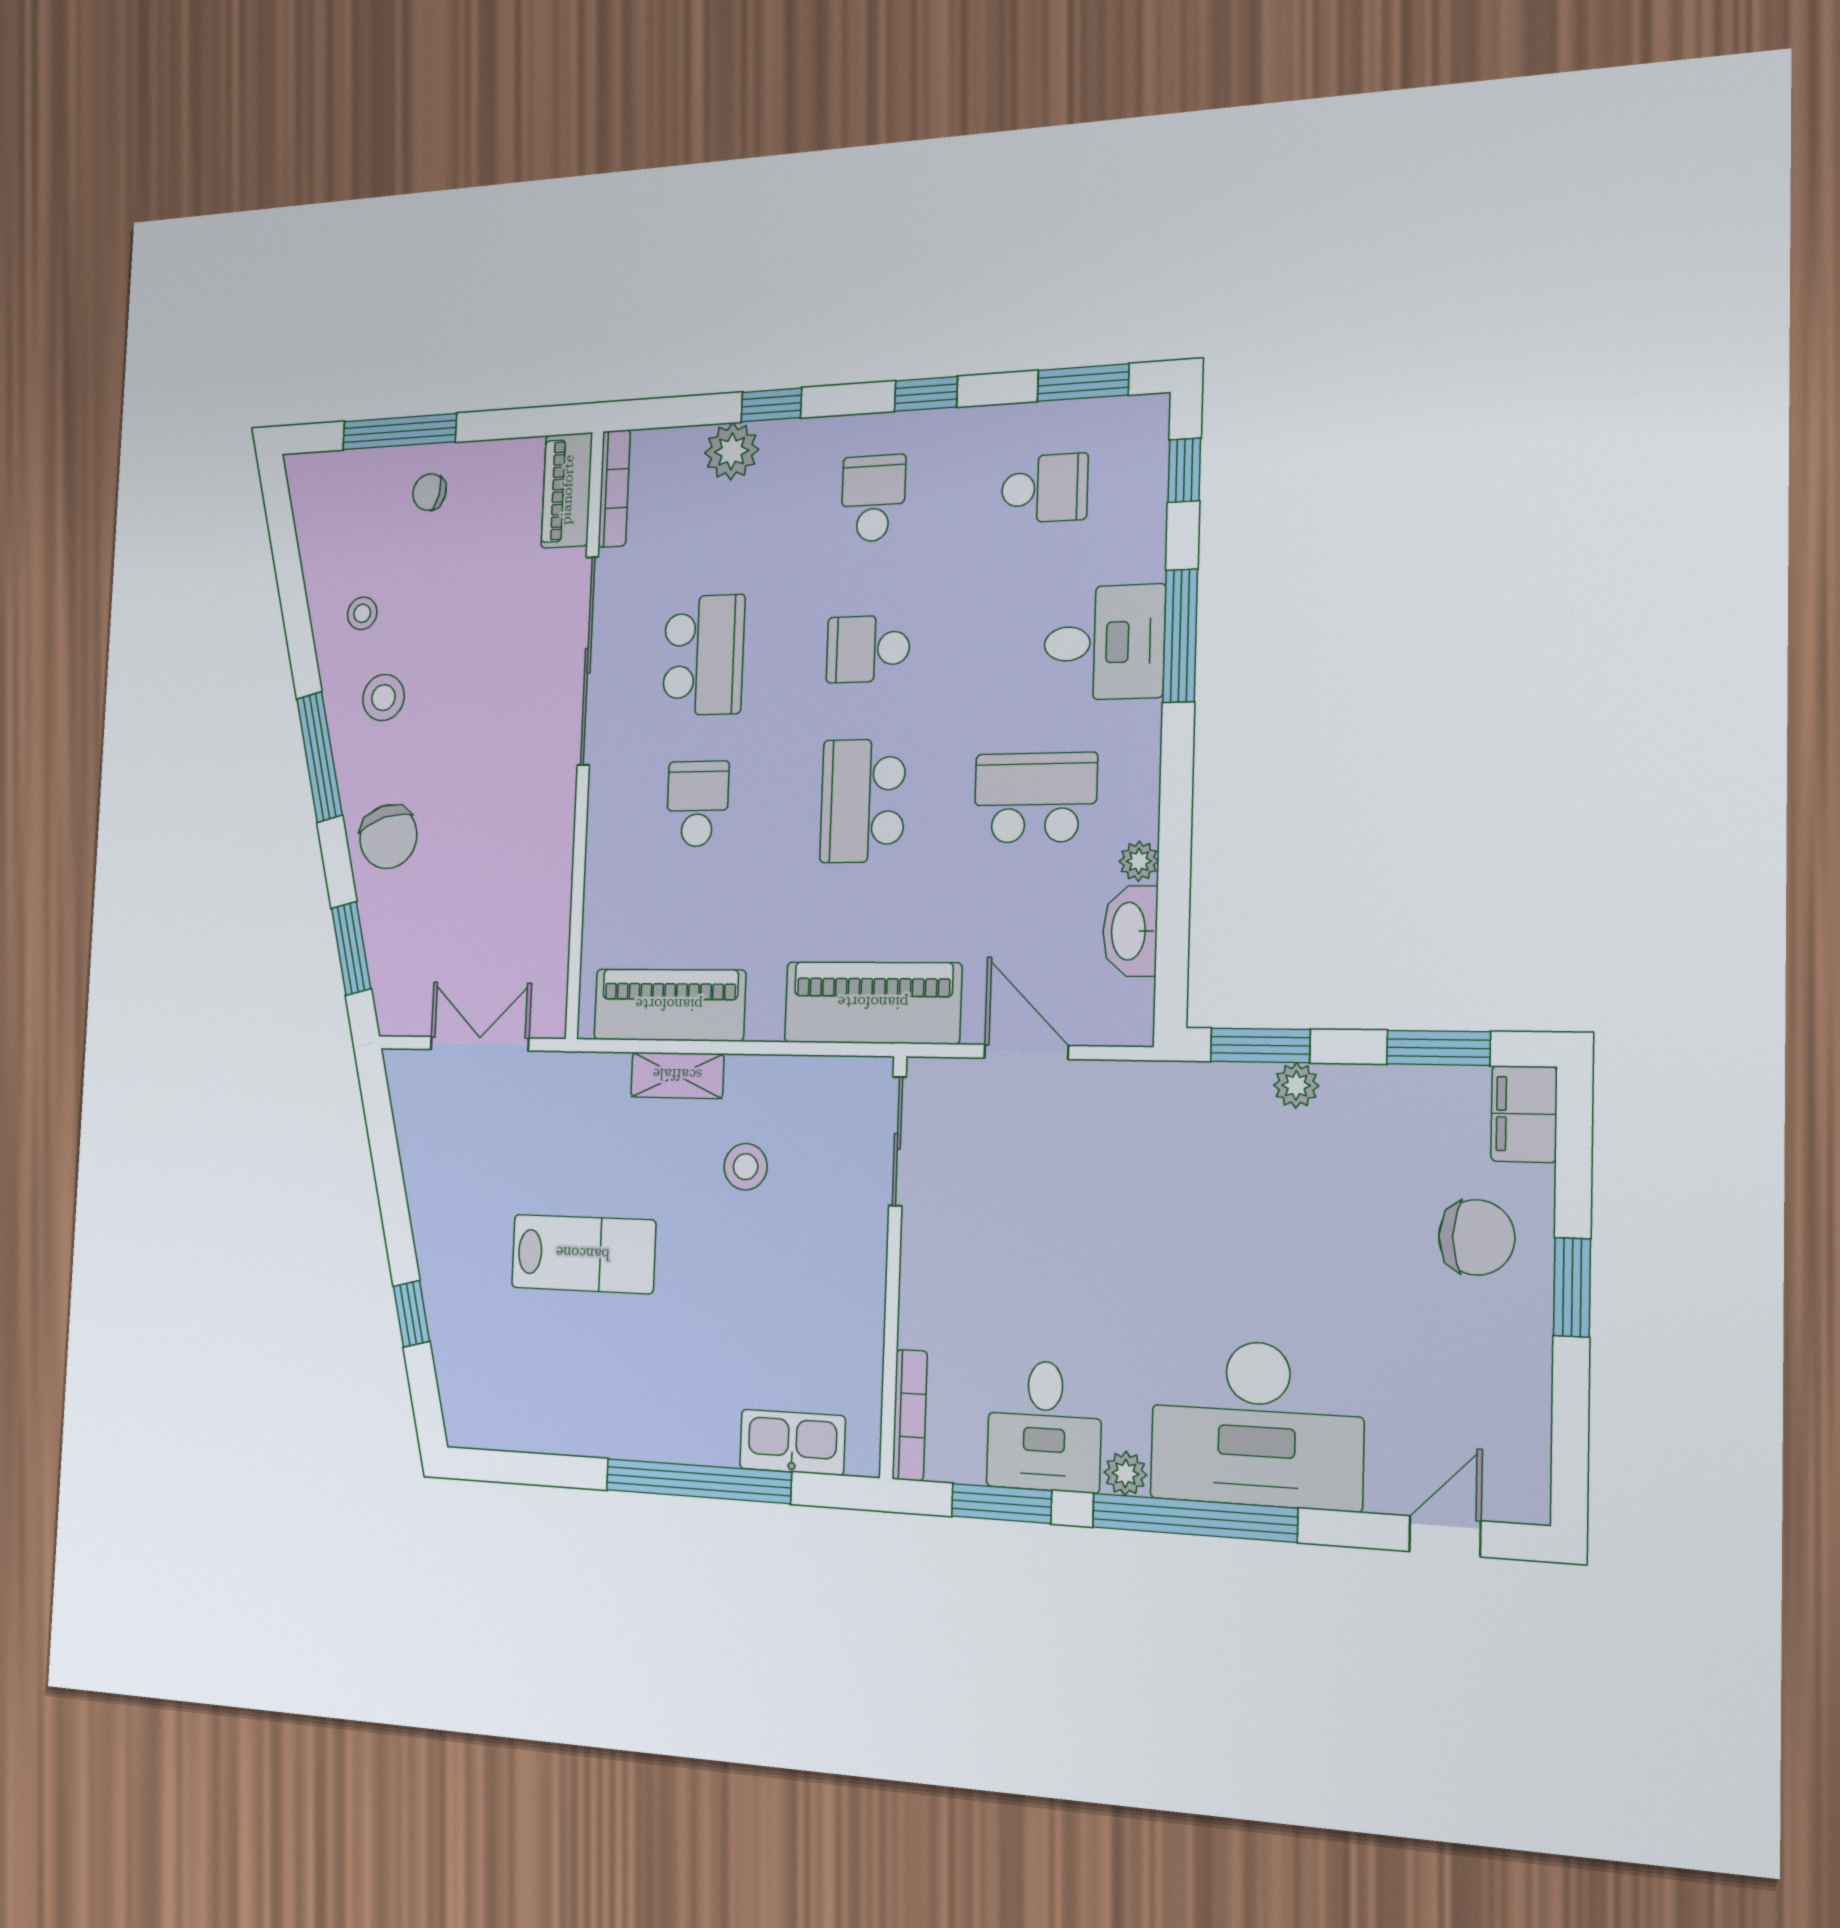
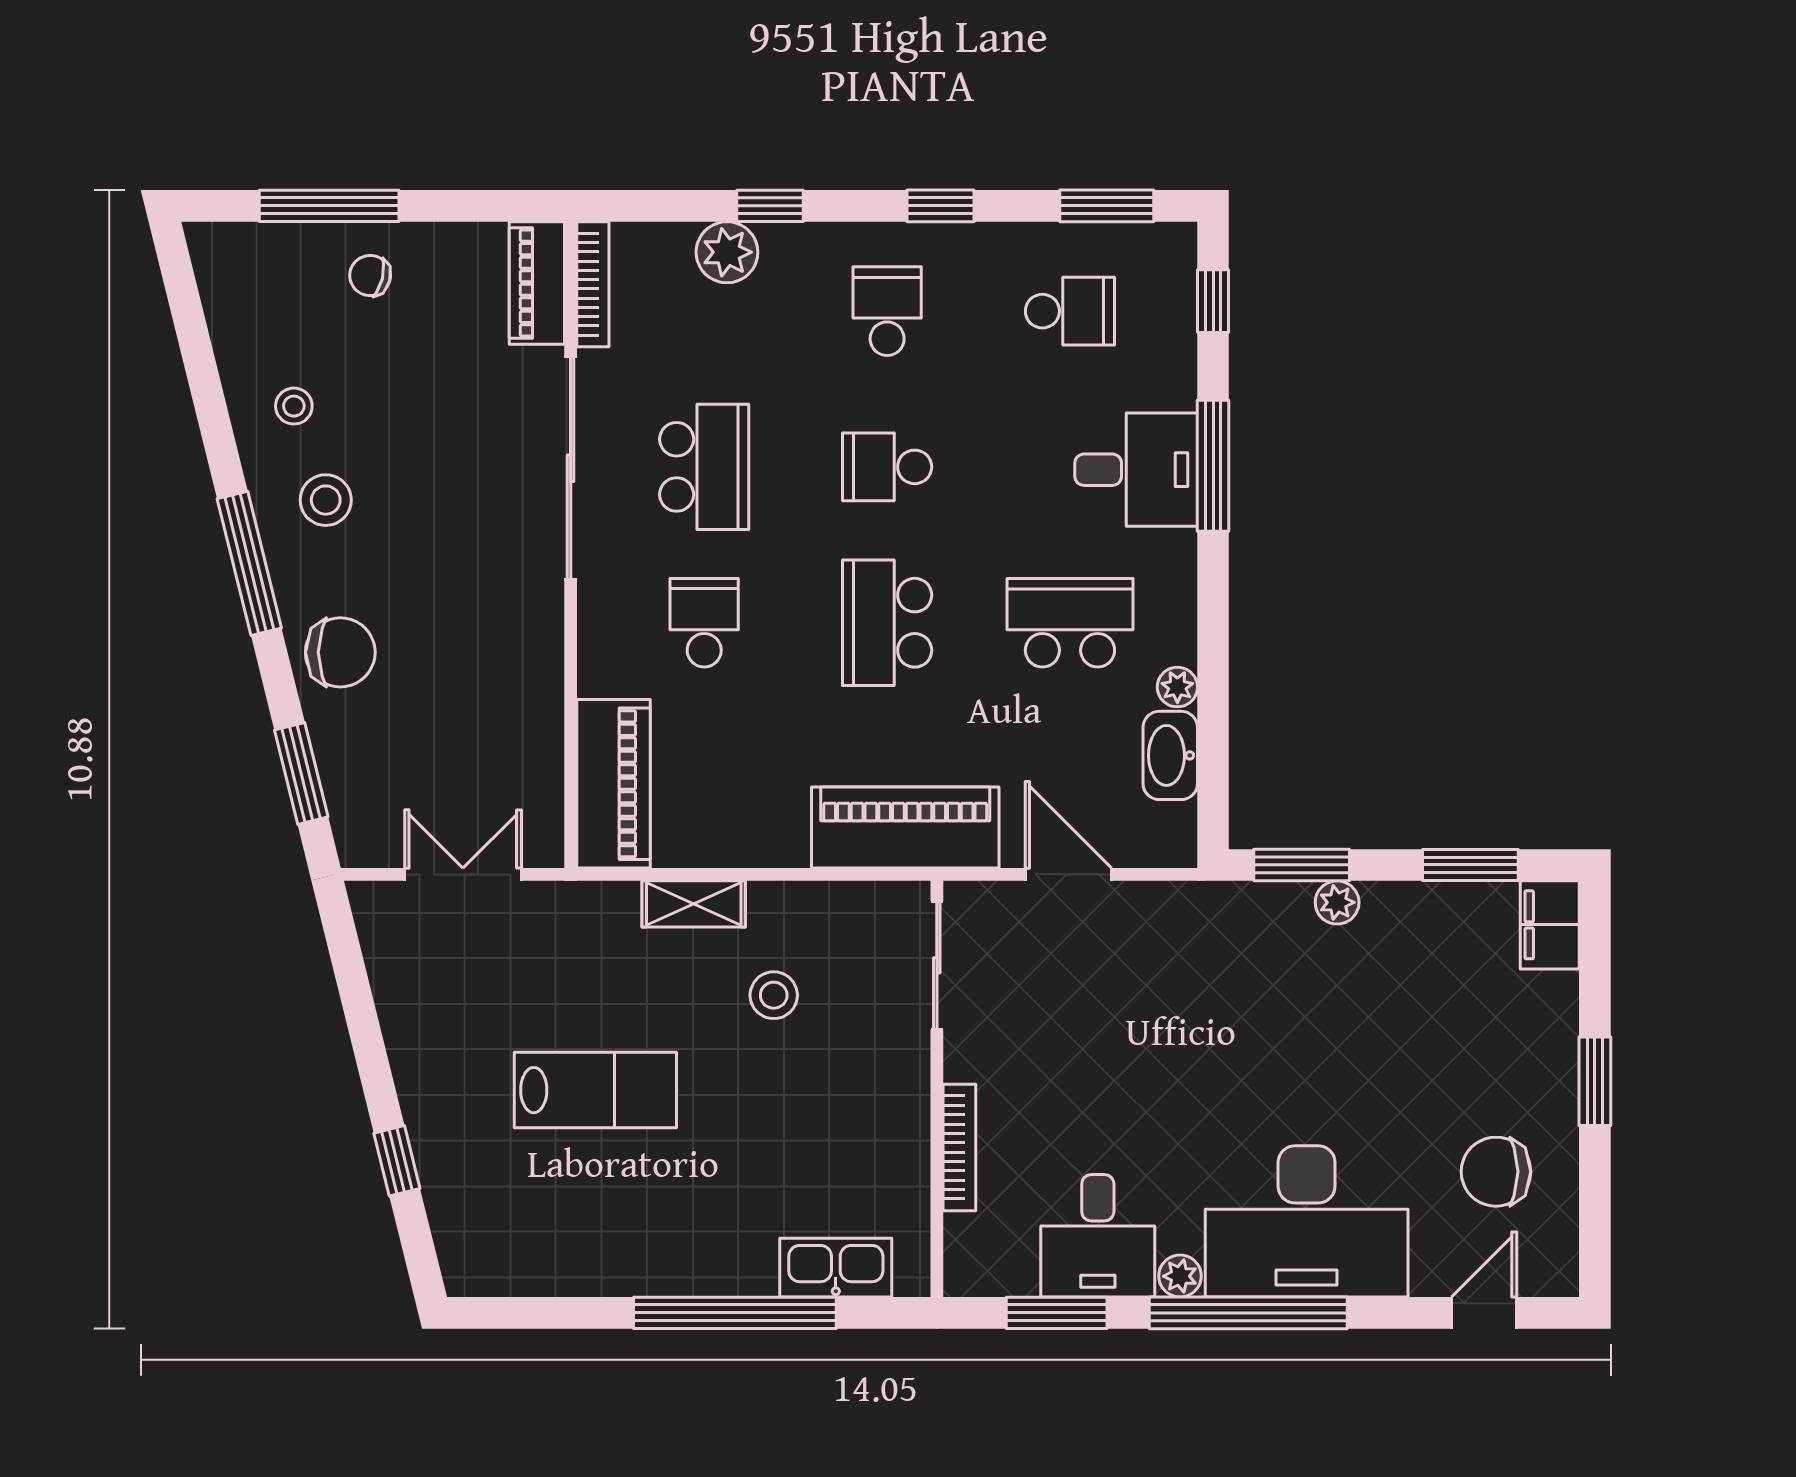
chair: (388, 837) -> (340, 652), turned -74
piano: (669, 1005) -> (613, 784), moved, turned 90
chair: (1477, 1237) -> (1496, 1172), moved, turned 180
bookcase: (910, 1415) -> (959, 1147), moved

